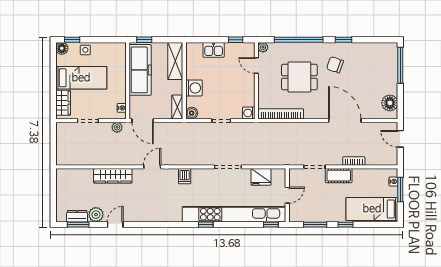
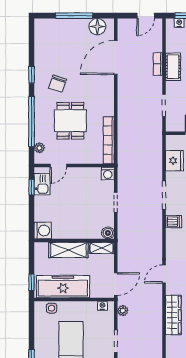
plant: (263, 47) -> (39, 148), moved
side table: (85, 50) -> (52, 308), moved
kitchen sink: (214, 50) -> (42, 184), moved
shelving: (175, 61) -> (68, 250), moved
window: (400, 65) -> (74, 16), moved
washing machine: (194, 88) -> (43, 231), moved, turned 90
door: (345, 121) -> (116, 57), moved
door: (400, 139) -> (146, 16), moved
door: (152, 167) -> (164, 274), hinge flipped
dishwasher: (185, 176) -> (174, 222), moved
cot: (339, 176) -> (173, 67), moved

